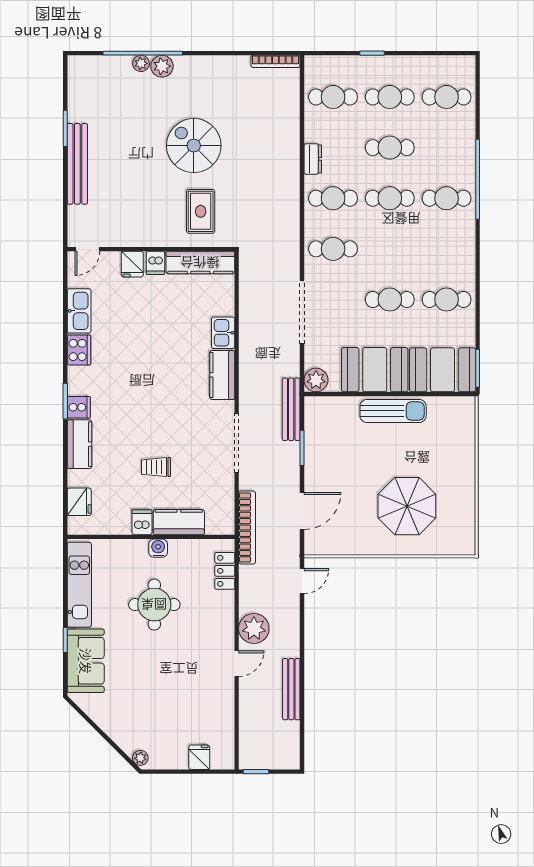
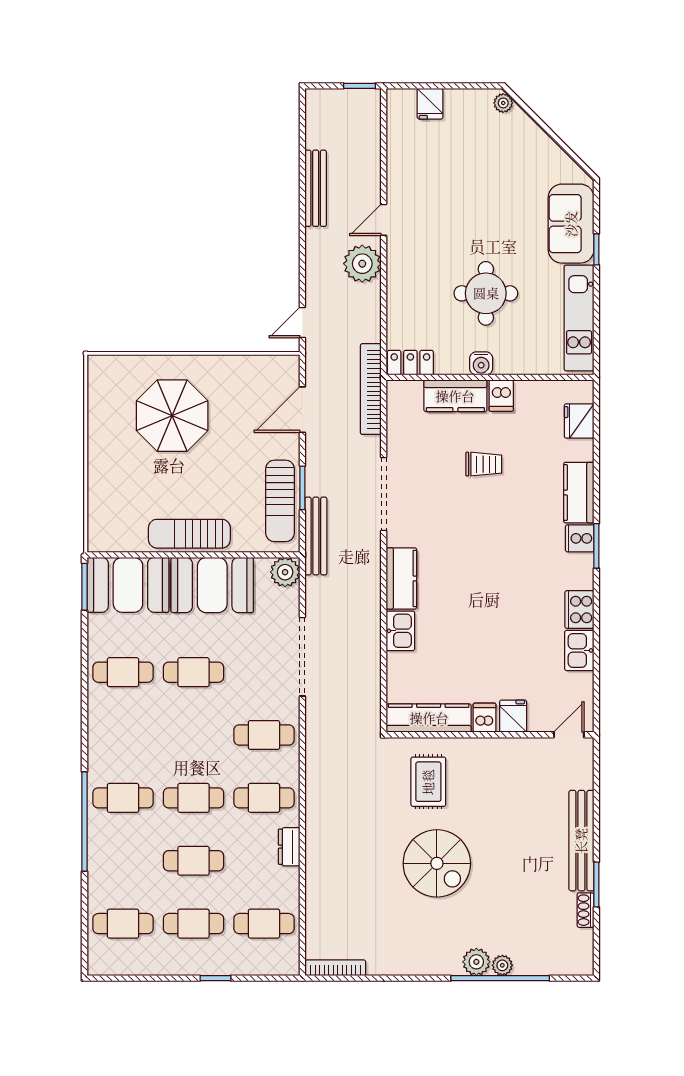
shoe rack: (74, 108) -> (586, 910), added
kitchen sink: (79, 311) -> (579, 650), width x0.73
sun lounger: (320, 437) -> (280, 501), added
locker: (225, 571) -> (410, 363), moved, turned -90

